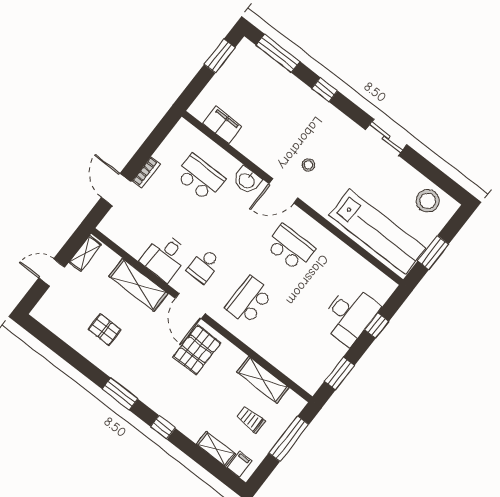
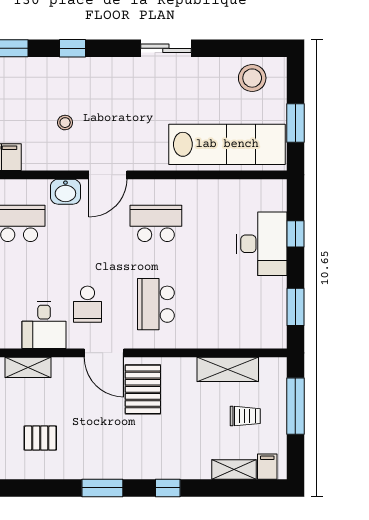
stool: (308, 165) -> (65, 123), moved
shelving: (138, 285) -> (28, 367), width x0.67, depth x0.75
trolley: (251, 420) -> (245, 416), turned 180

